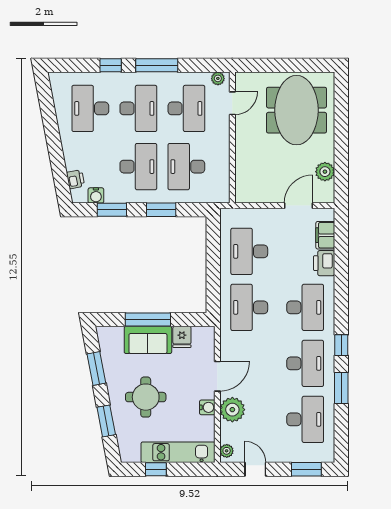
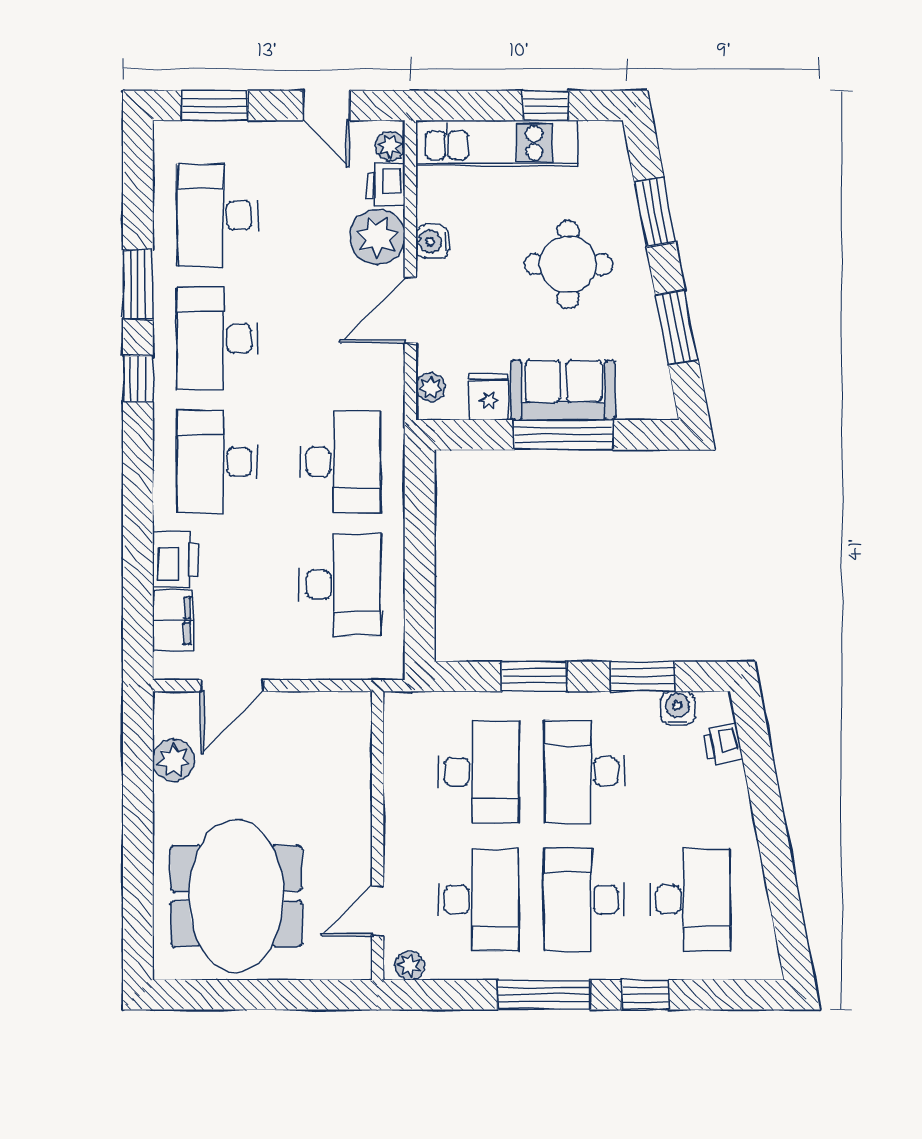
desk: (186, 108) -> (479, 899), turned 180
plant: (208, 341) -> (430, 387), added
printer: (229, 433) -> (386, 185), added

